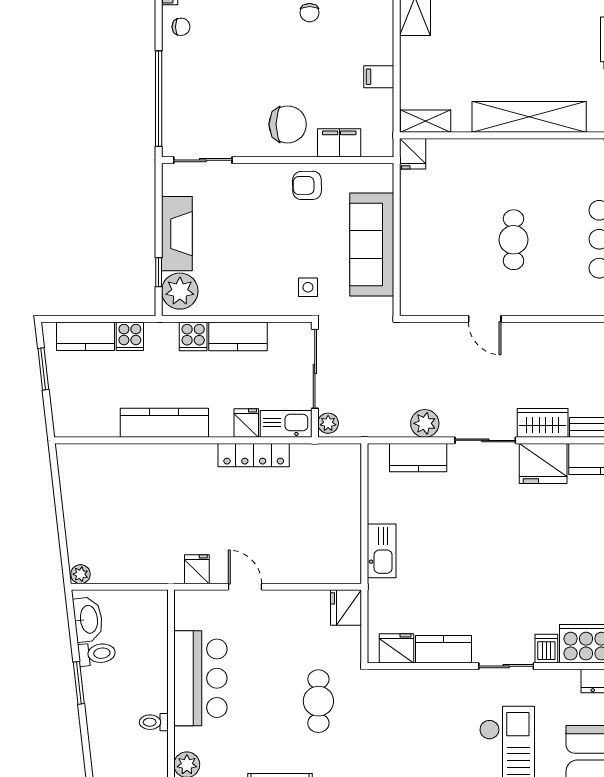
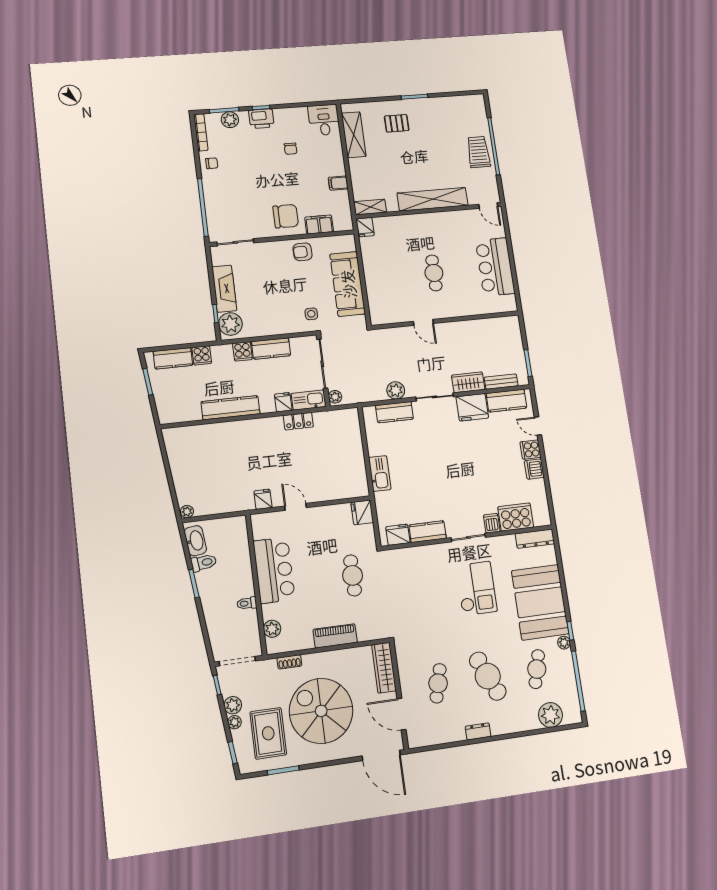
locker: (254, 455) -> (298, 421), width x0.66

